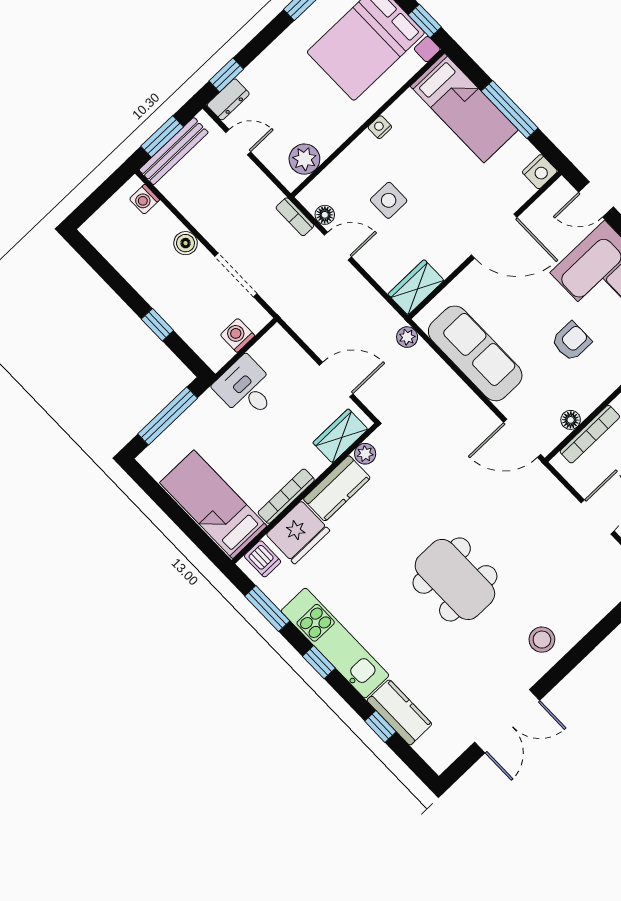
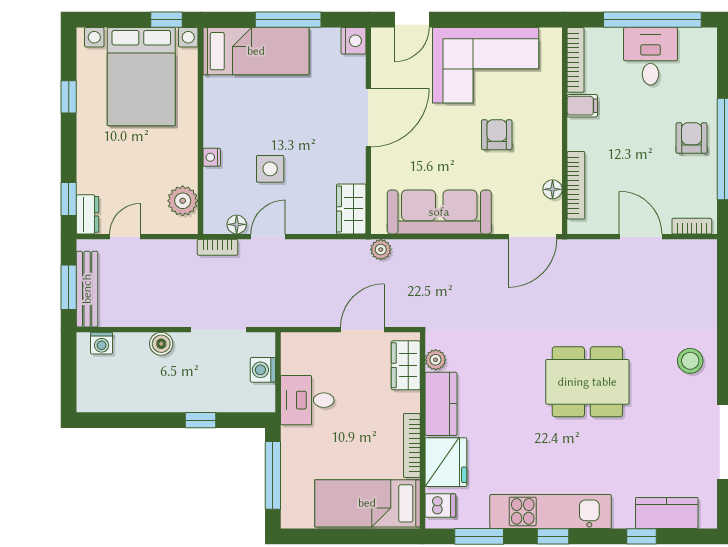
nightstand: (380, 127) -> (212, 157), moved
kitchen counter: (399, 712) -> (667, 513), moved

